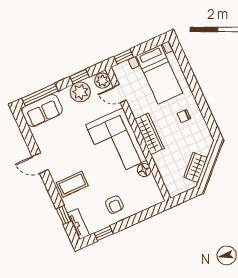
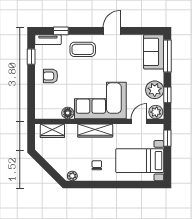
plant: (206, 136) -> (72, 176), added
wardrobe: (196, 167) -> (52, 131), moved, turned 135
coffee table: (72, 184) -> (83, 49), turned 90

